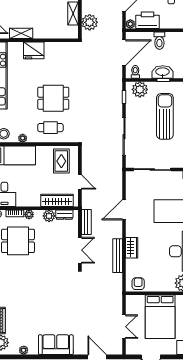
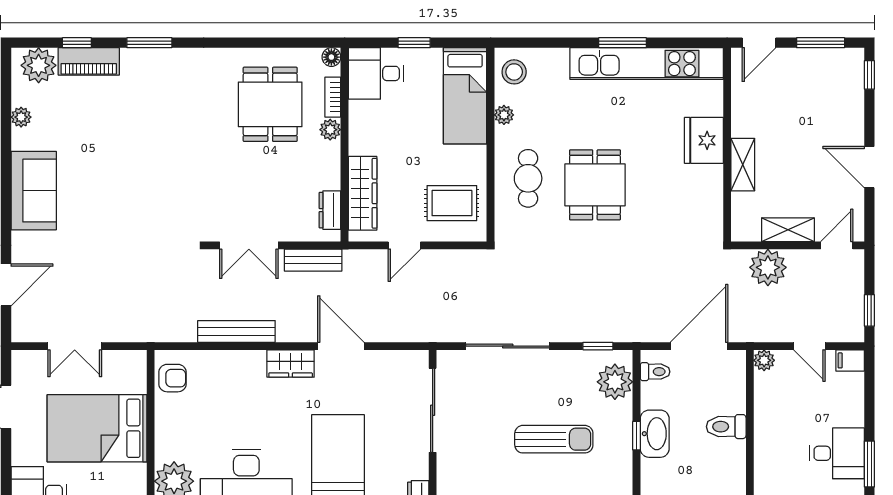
printer: (147, 20) -> (773, 399), removed
shelving: (21, 33) -> (743, 165), moved
door: (124, 53) -> (699, 346), swing flipped
sun lounger: (165, 116) -> (554, 439), width x0.73, depth x0.75
plant: (49, 216) -> (327, 175), removed
wardrobe: (132, 248) -> (291, 363), moved

